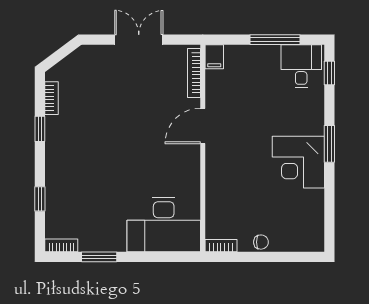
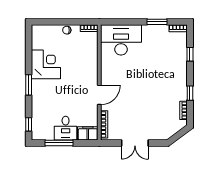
filing cabinet: (214, 57) -> (88, 133), width x2.00
desk: (301, 66) -> (66, 128), moved
corner desk: (298, 162) -> (46, 64), moved

